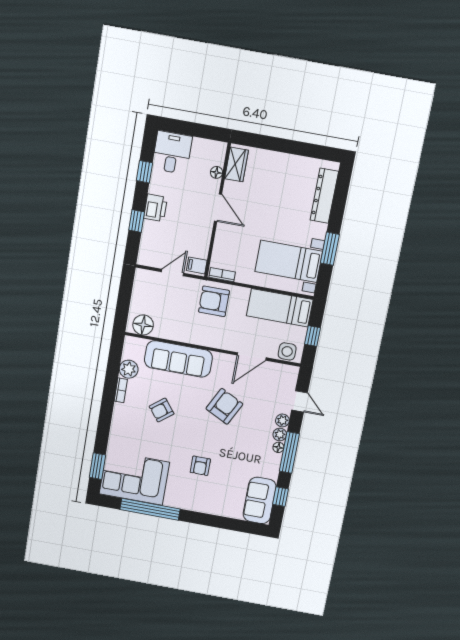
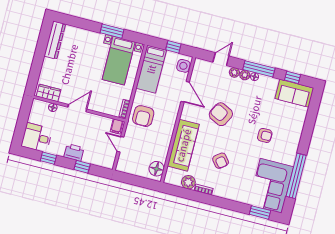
dresser: (324, 196) -> (55, 40), moved, turned -90

